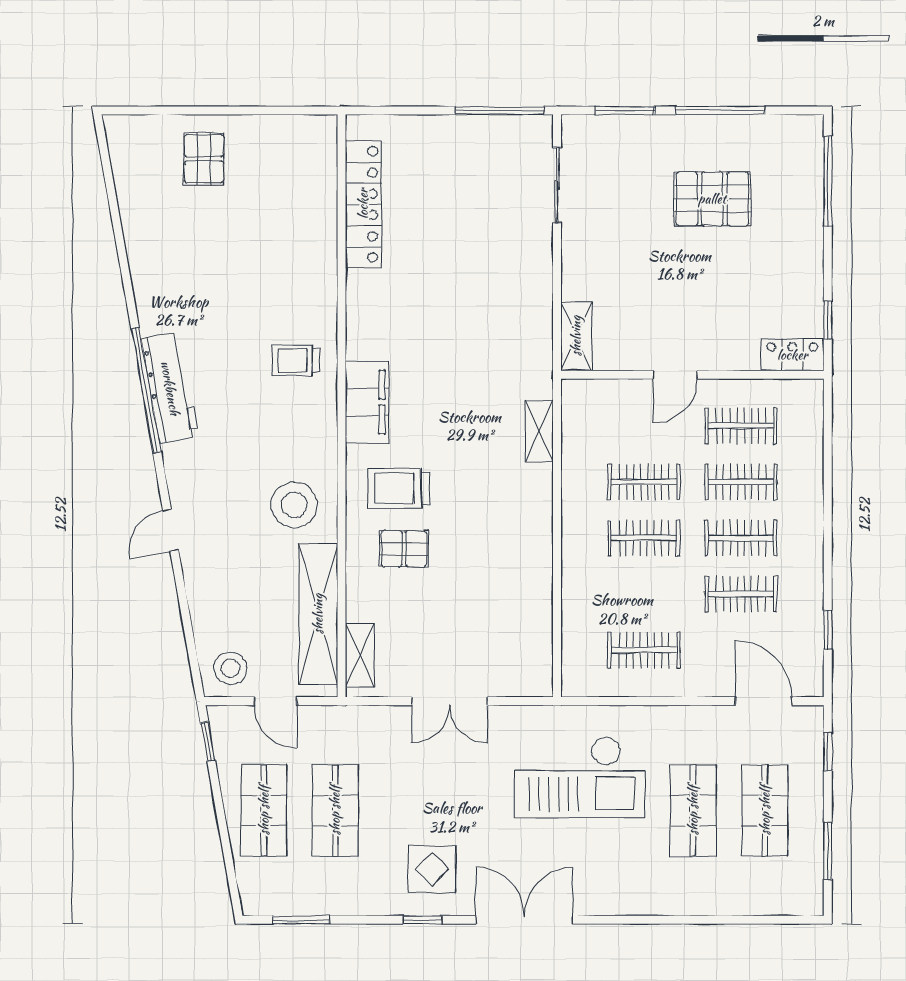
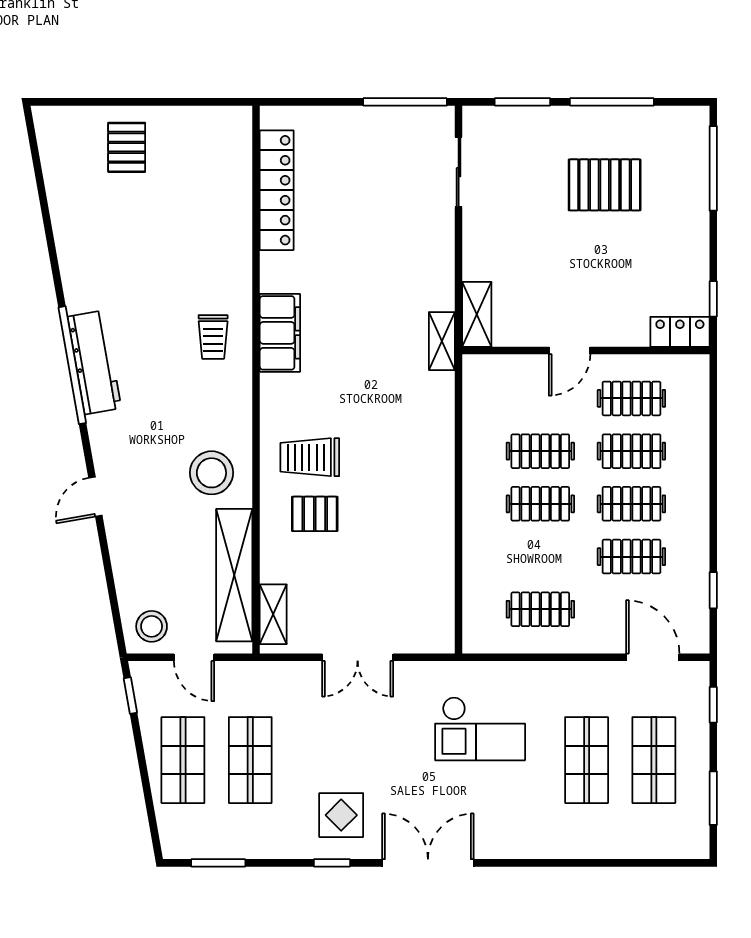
trolley: (296, 360) -> (213, 337), turned -90
filing cabinet: (367, 402) -> (280, 333), moved
shelving: (539, 431) -> (442, 341), moved
checkout: (580, 777) -> (480, 729), width x0.73, depth x0.83

